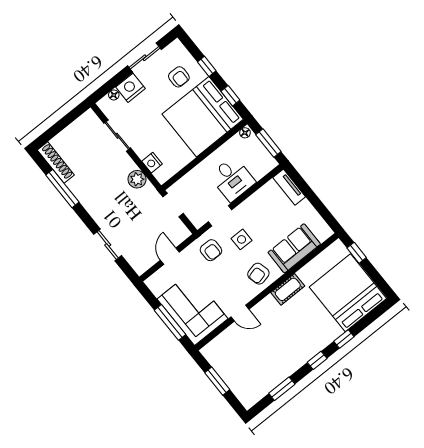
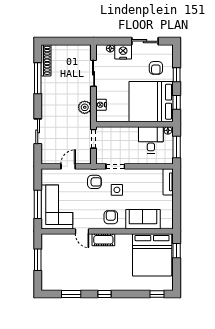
desk: (232, 179) -> (151, 140), moved, turned 180
armchair: (211, 250) -> (94, 182), turned -90
armchair: (258, 274) -> (111, 217), turned 104
cot: (288, 289) -> (103, 240), moved
bed: (348, 293) -> (152, 255), moved, turned 180
window: (344, 339) -> (157, 294), moved

